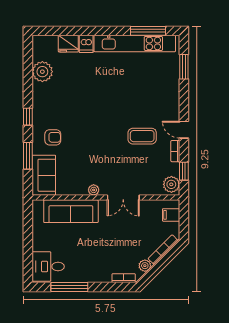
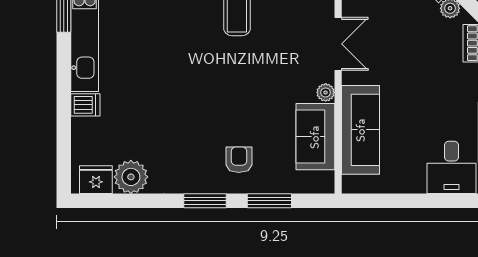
fridge: (68, 44) -> (96, 180), moved, turned -90
window: (28, 117) -> (205, 201), width x1.50
sofa: (44, 175) -> (315, 137), moved, turned -90

